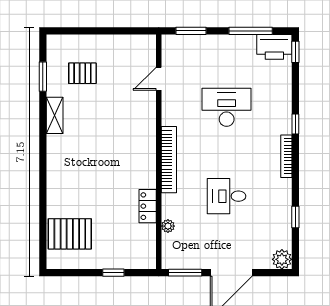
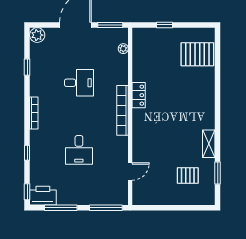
window: (191, 31) -> (106, 208), width x1.44
desk: (227, 107) -> (79, 150), width x0.73
window: (295, 124) -> (27, 153), moved
locker: (148, 206) -> (139, 95), moved
plant: (168, 226) -> (123, 49), moved

